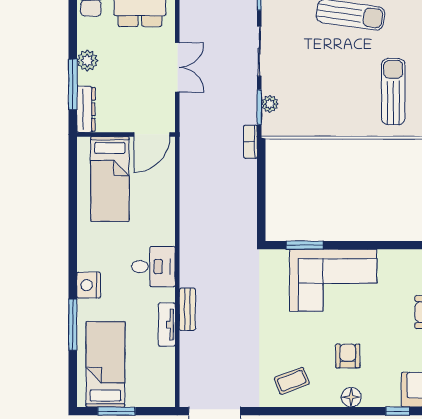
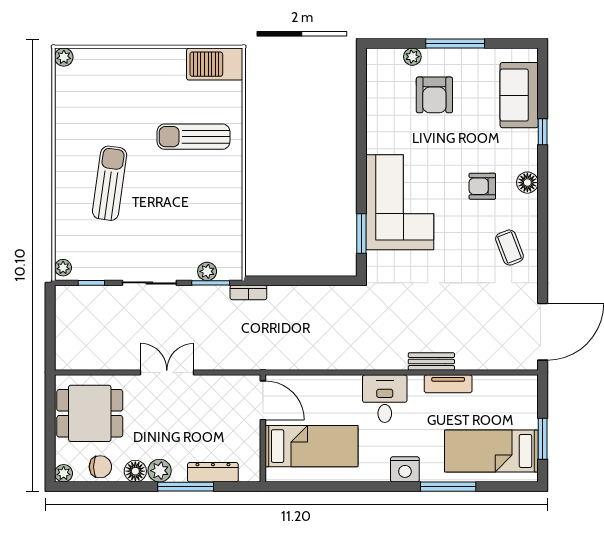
floor lamp: (87, 38) -> (135, 471), added
wall: (126, 134) -> (263, 428), moved
door: (152, 134) -> (263, 400), moved
bed: (110, 179) -> (311, 446), moved

